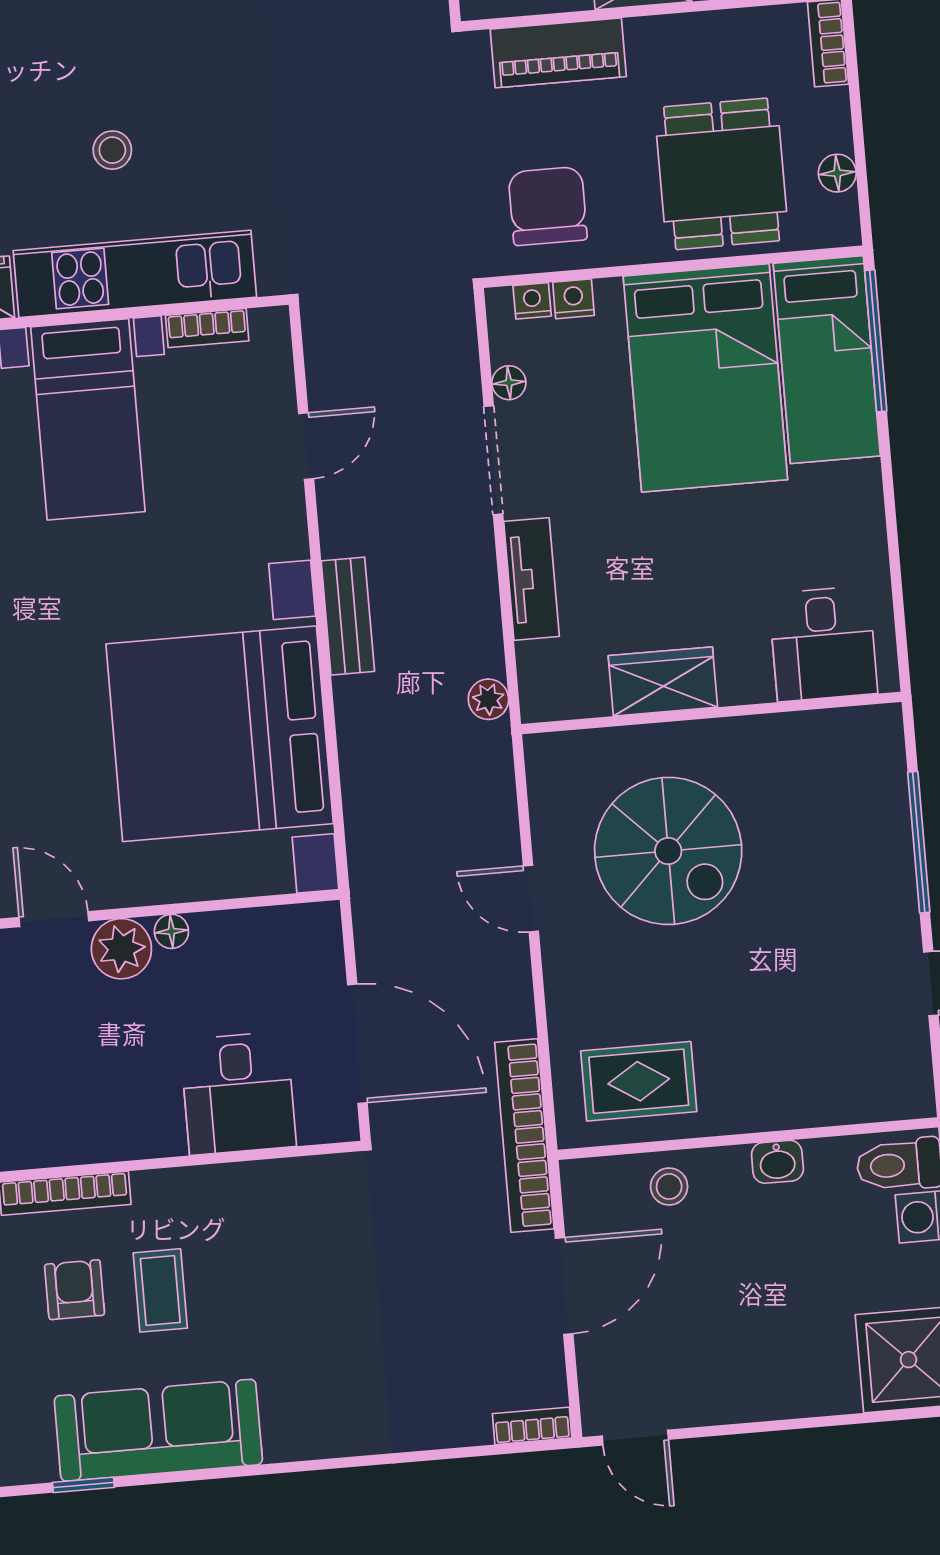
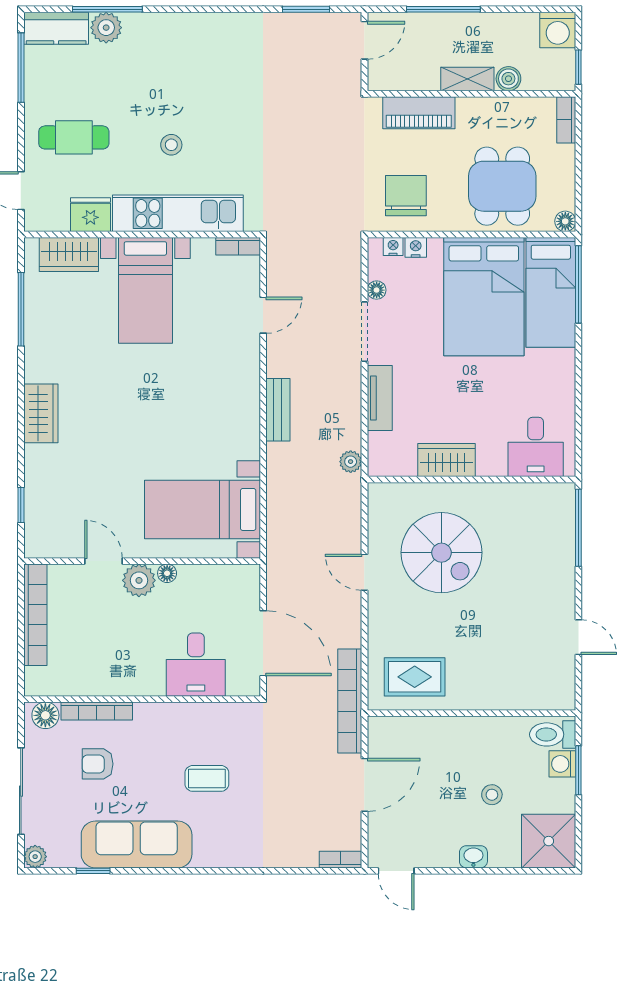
floor lamp: (837, 173) -> (565, 221), moved
bookcase: (207, 328) -> (238, 246), moved
bed with nightstands: (220, 734) -> (202, 509), width x0.54
window: (919, 842) -> (578, 528), moved
washbasin: (777, 1162) -> (473, 857), moved, turned 180
stool: (669, 1187) -> (492, 795), moved
armchair: (75, 1290) -> (98, 764), turned -90
coffee table: (160, 1290) -> (207, 778), moved, turned 90

